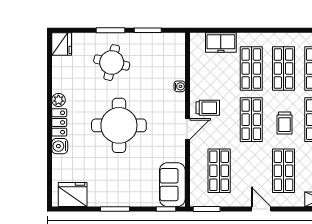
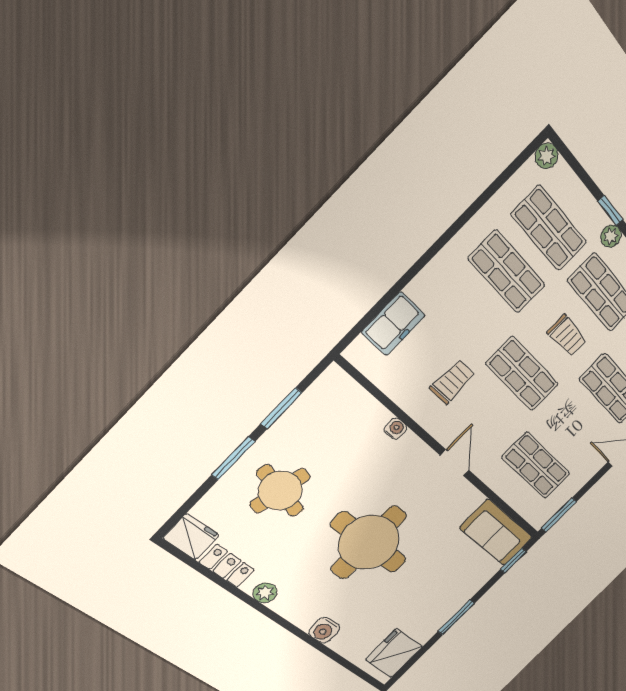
shop shelf: (251, 69) -> (465, 315), removed
trolley: (208, 108) -> (452, 382), moved
locker: (59, 122) -> (227, 566), moved

